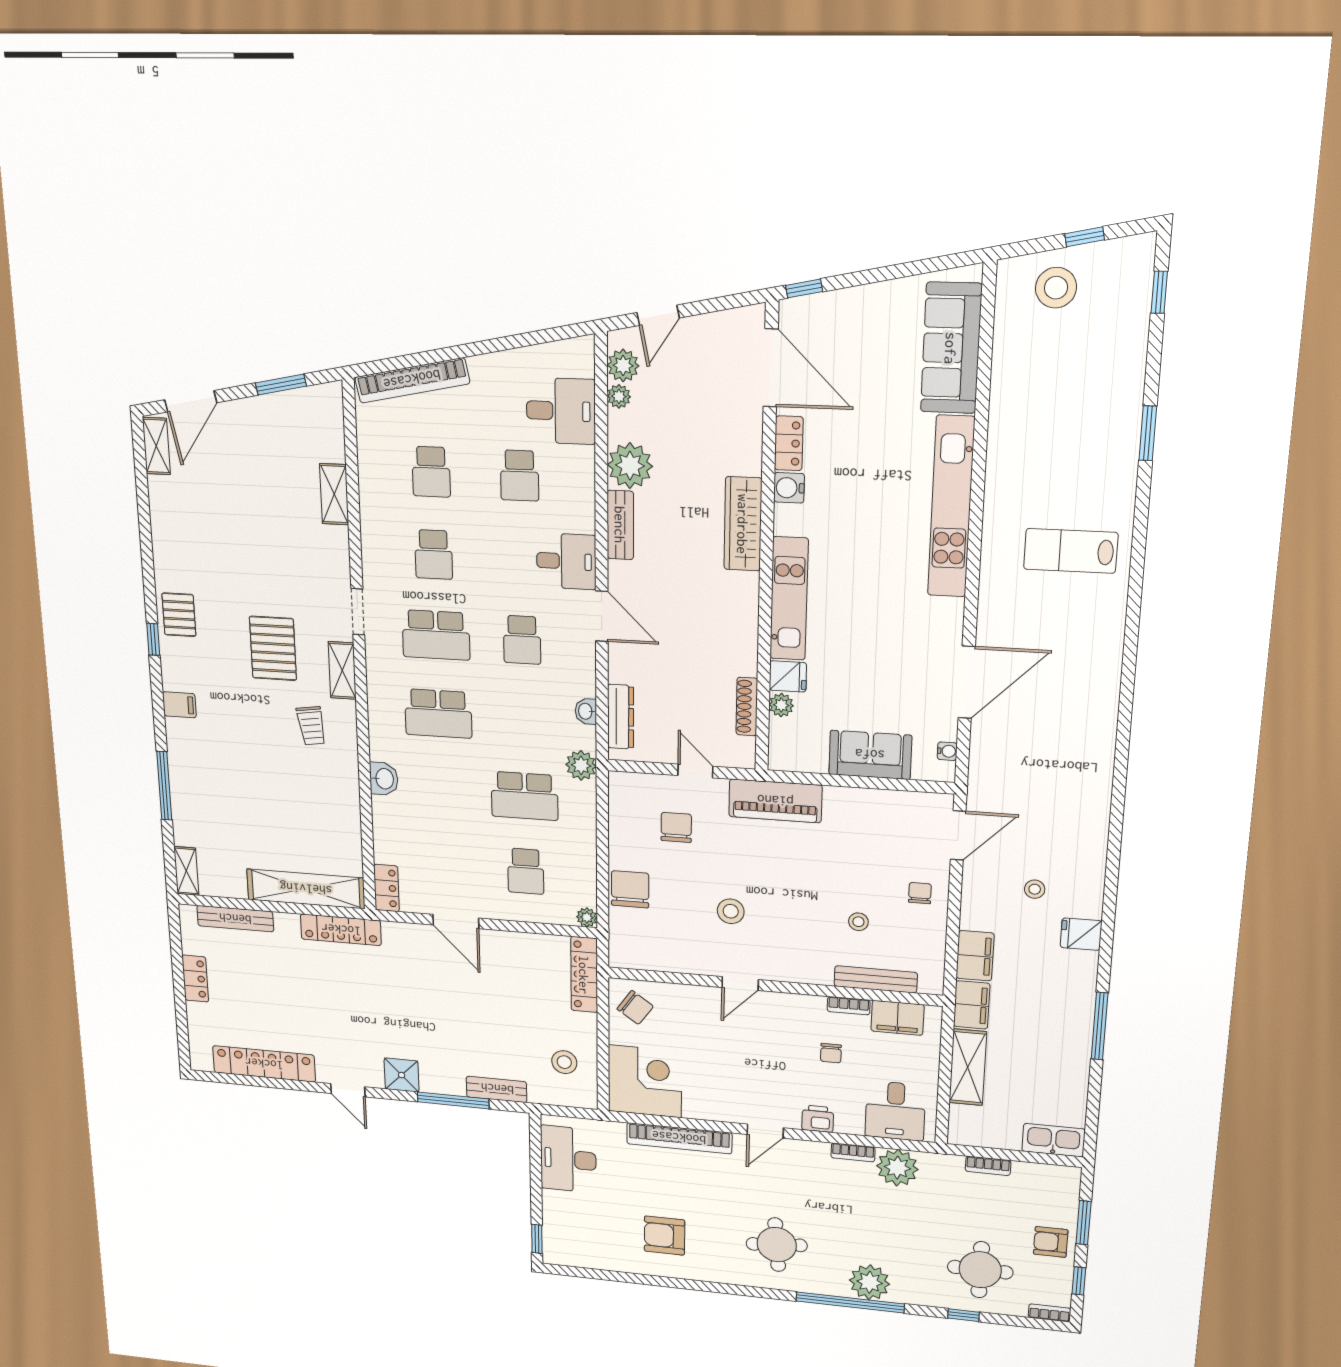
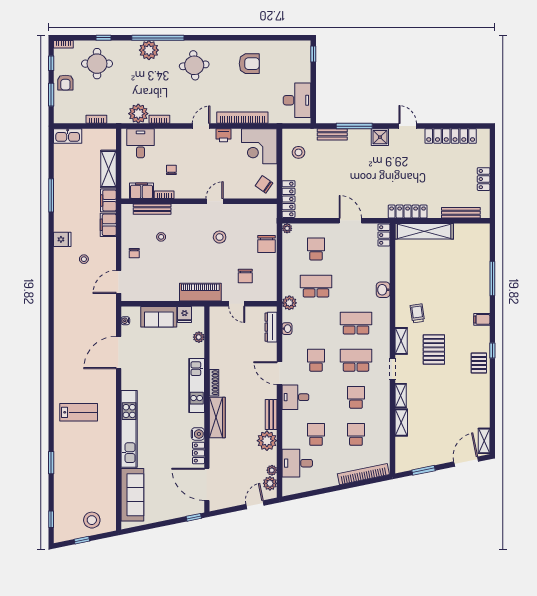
fridge: (788, 676) -> (185, 314), moved, turned -90
shoe rack: (747, 707) -> (214, 383), moved
shelving: (186, 871) -> (401, 396), moved
printer: (818, 1119) -> (223, 135), moved
armchair: (1051, 1242) -> (65, 83), turned 90

